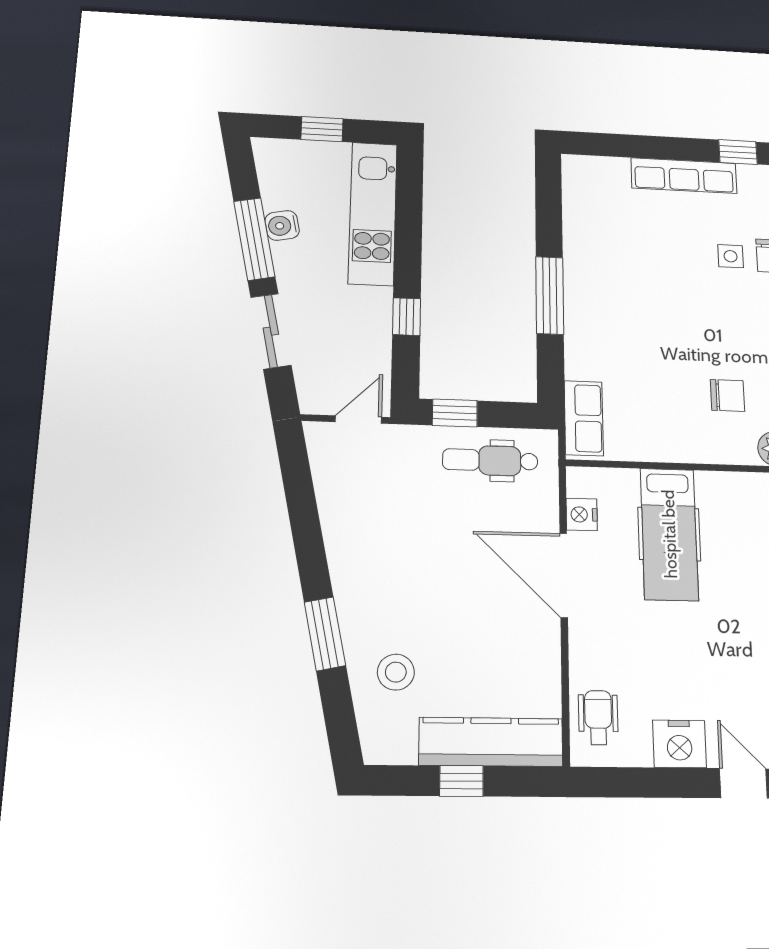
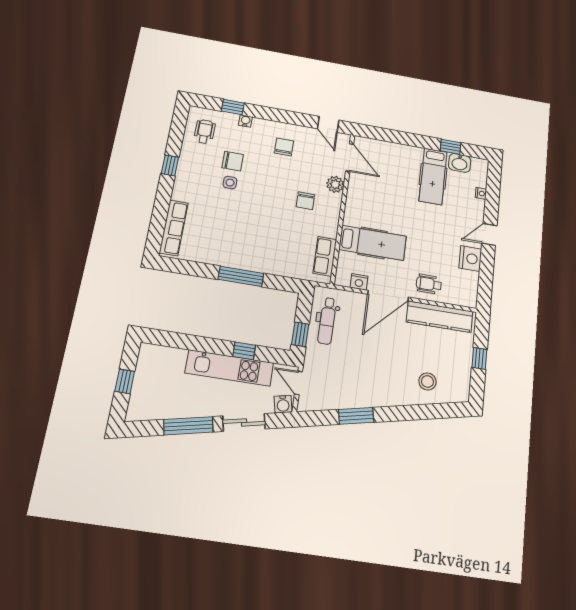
row of seats: (684, 176) -> (174, 228), moved
kitchen unit: (373, 213) -> (229, 368), moved
water cooler: (282, 225) -> (283, 404), moved
chair: (727, 395) -> (305, 201), turned 180
row of seats: (584, 418) -> (325, 256), moved, turned -90
window: (325, 634) -> (356, 416), moved
wheelchair: (598, 717) -> (429, 284), moved
kitchen counter: (491, 742) -> (440, 317), moved, turned -90

